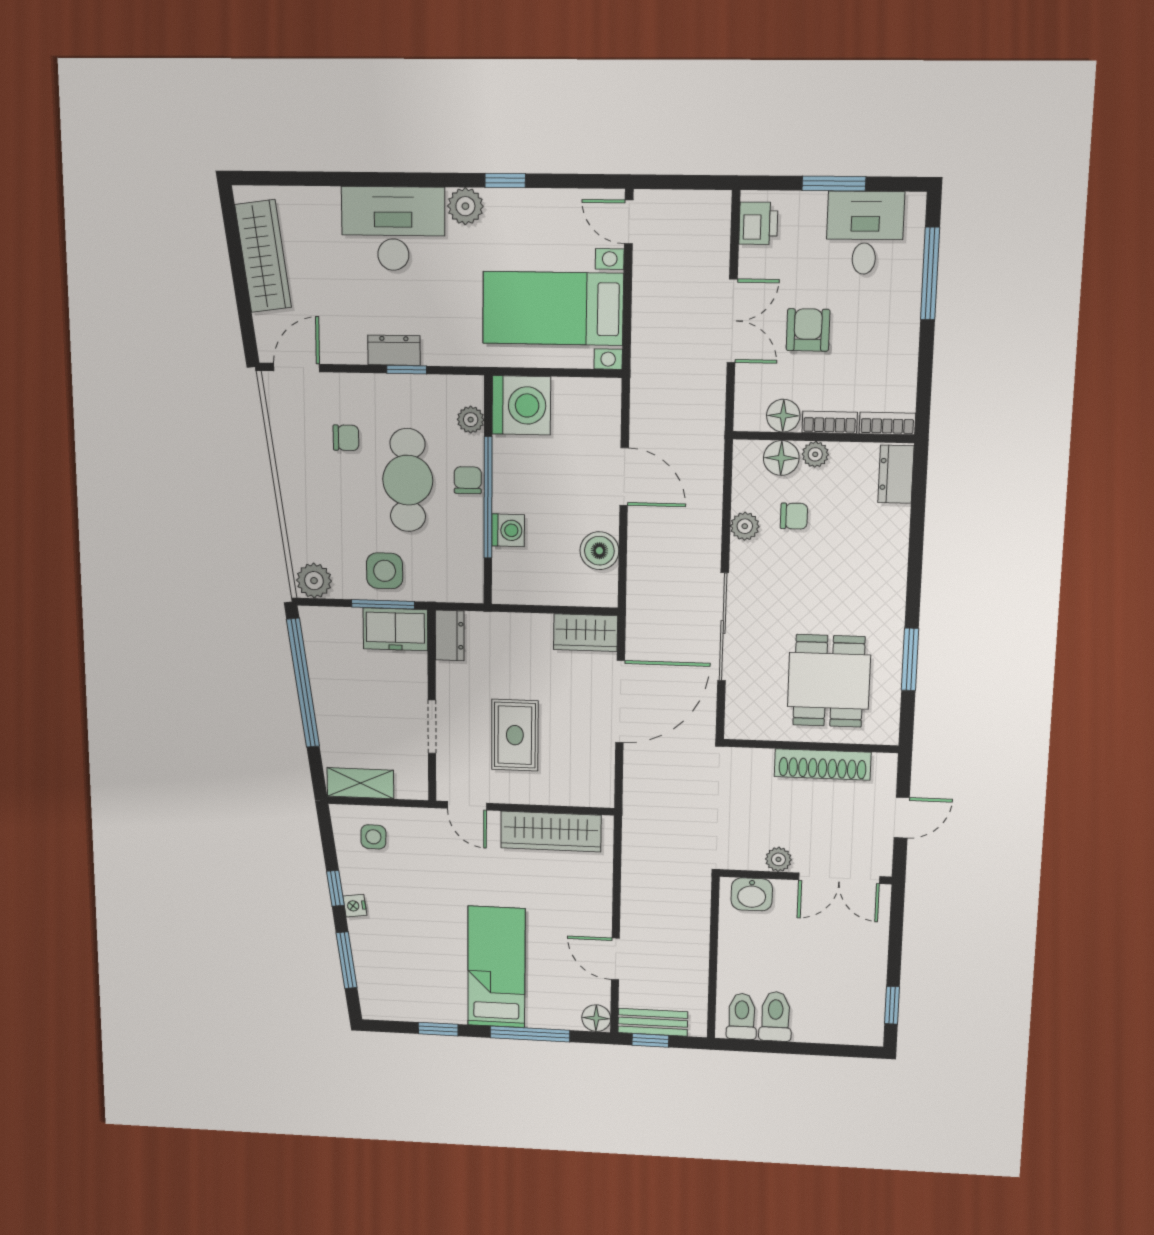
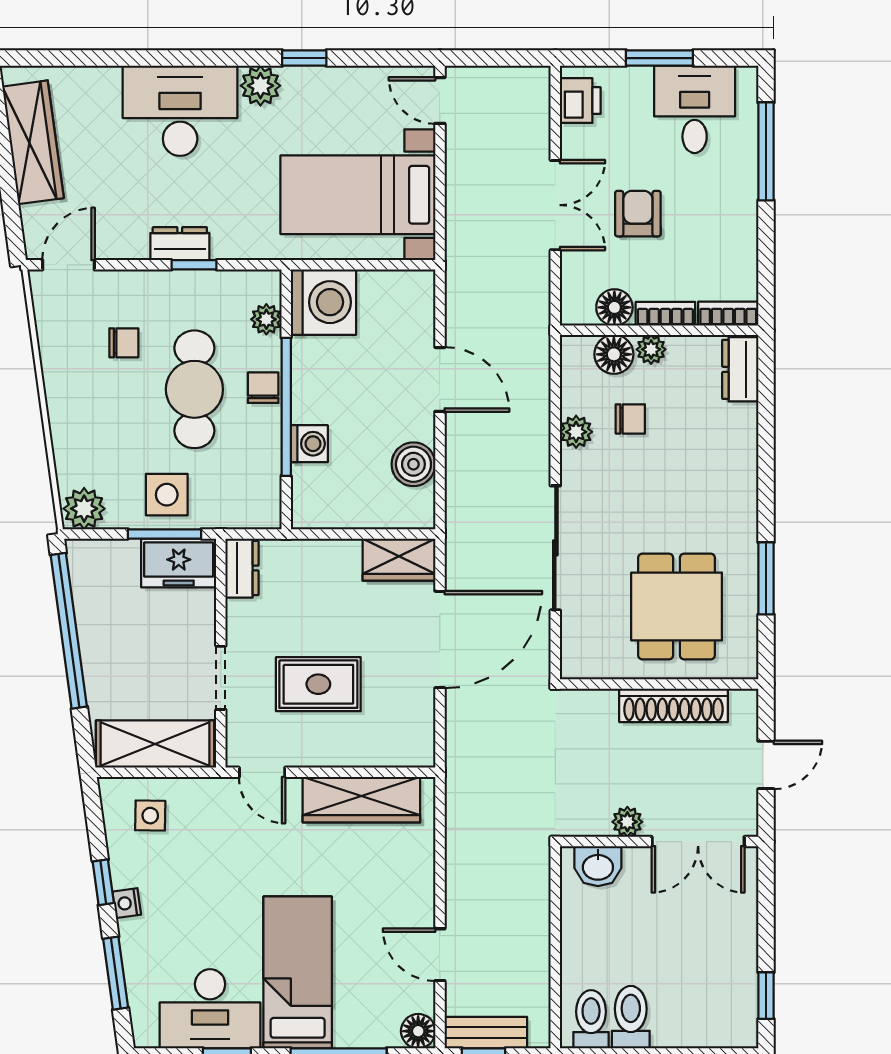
rug: (515, 735) -> (318, 684), turned 90
shelving: (360, 783) -> (155, 744), width x1.50, depth x1.33
desk: (424, 992) -> (210, 1009), added

